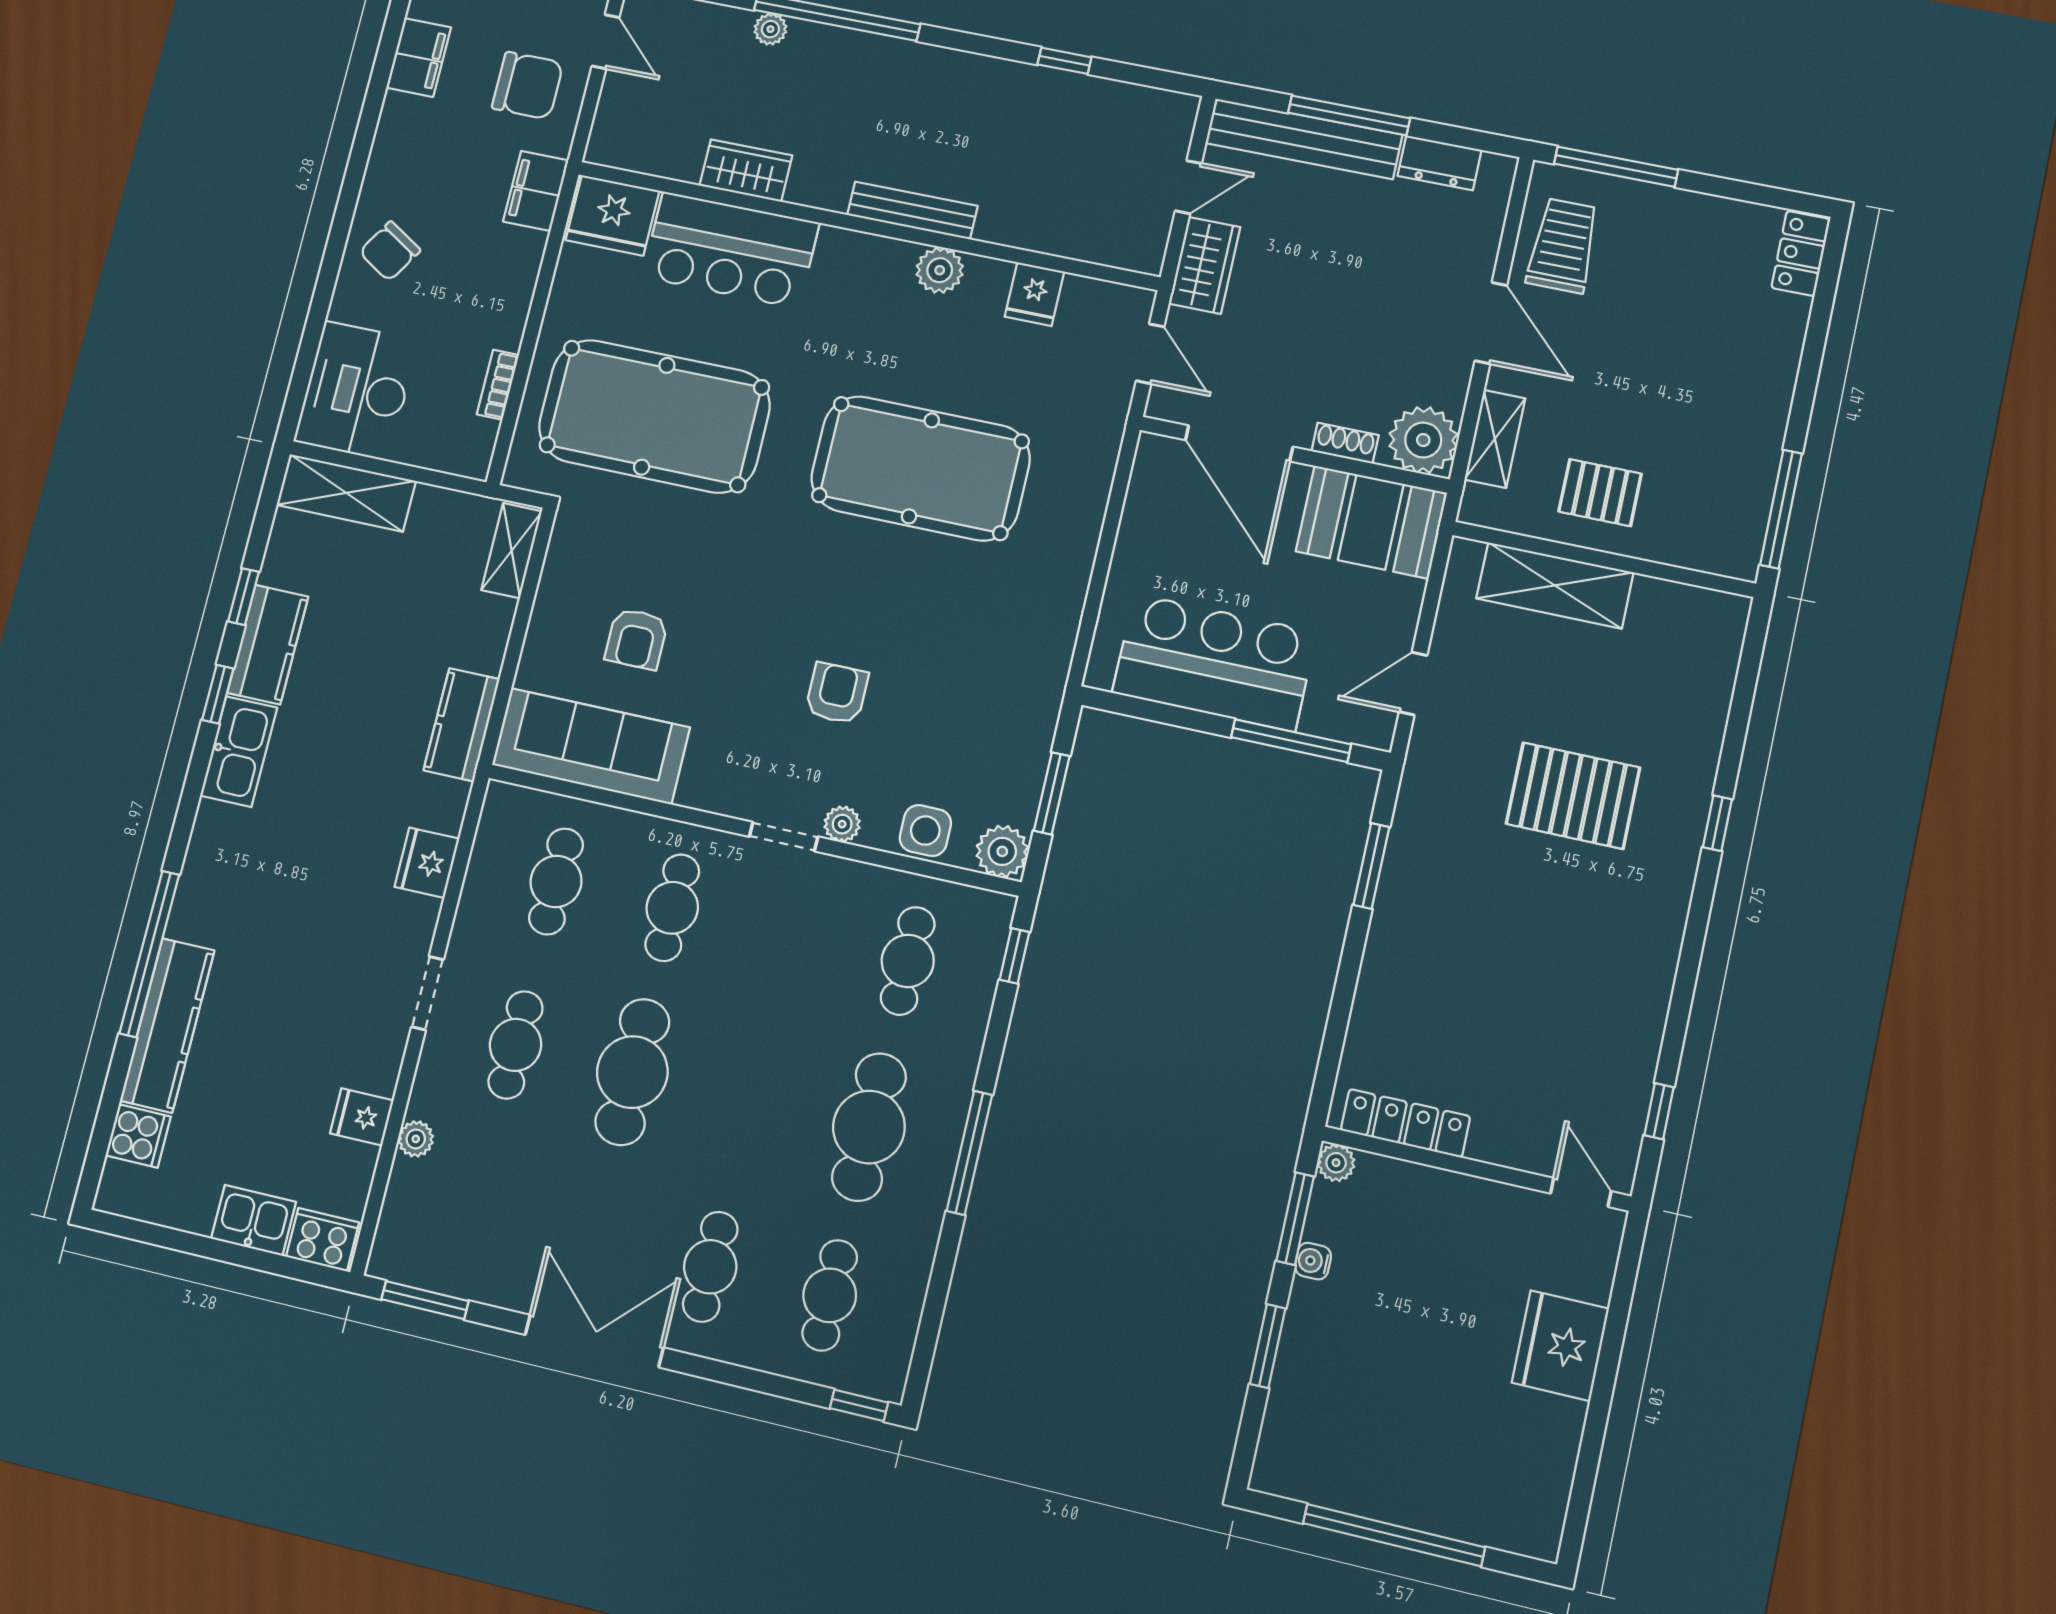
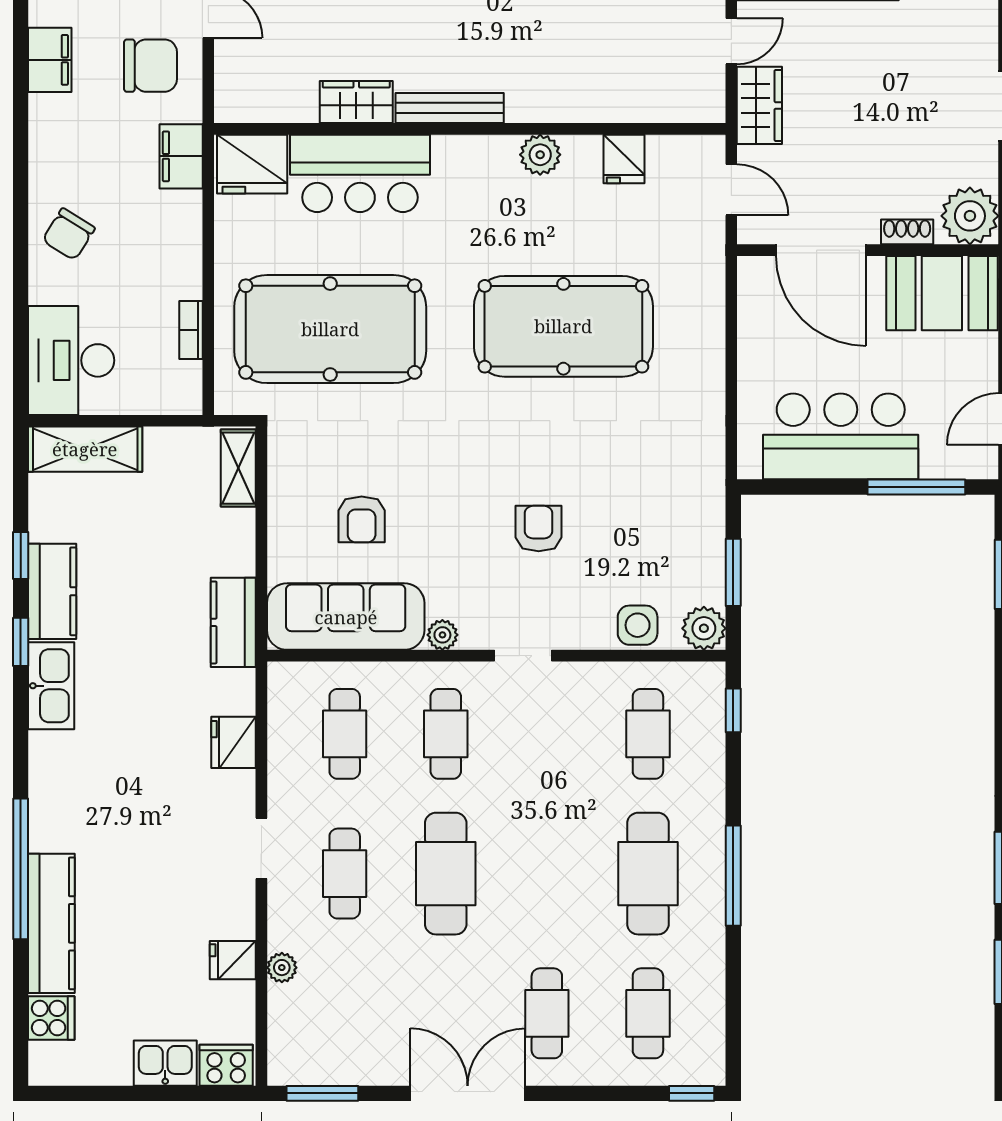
bench: (912, 210) -> (450, 108), moved
plant: (842, 824) -> (442, 635), moved

